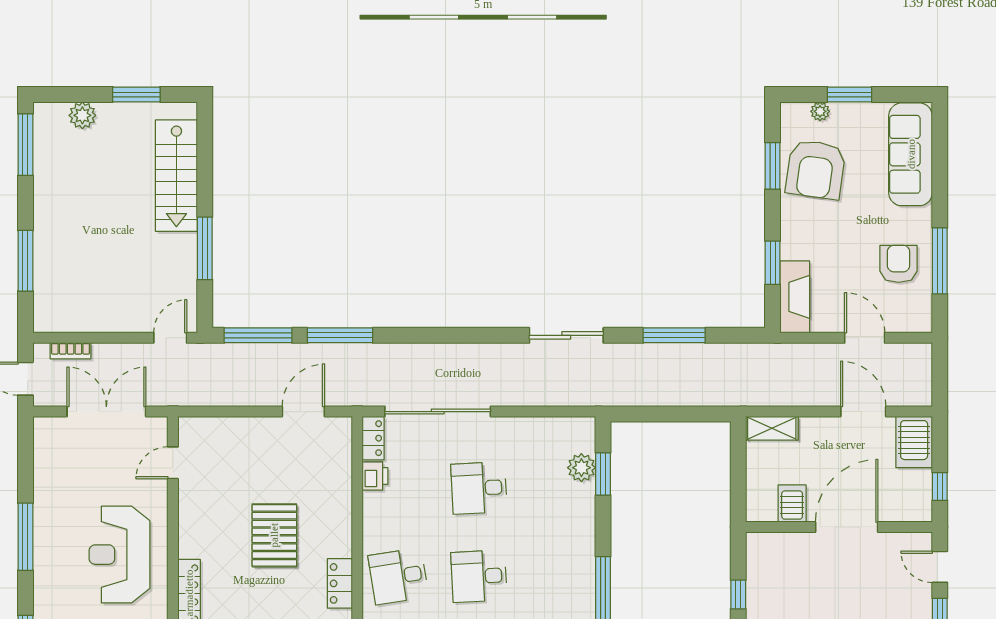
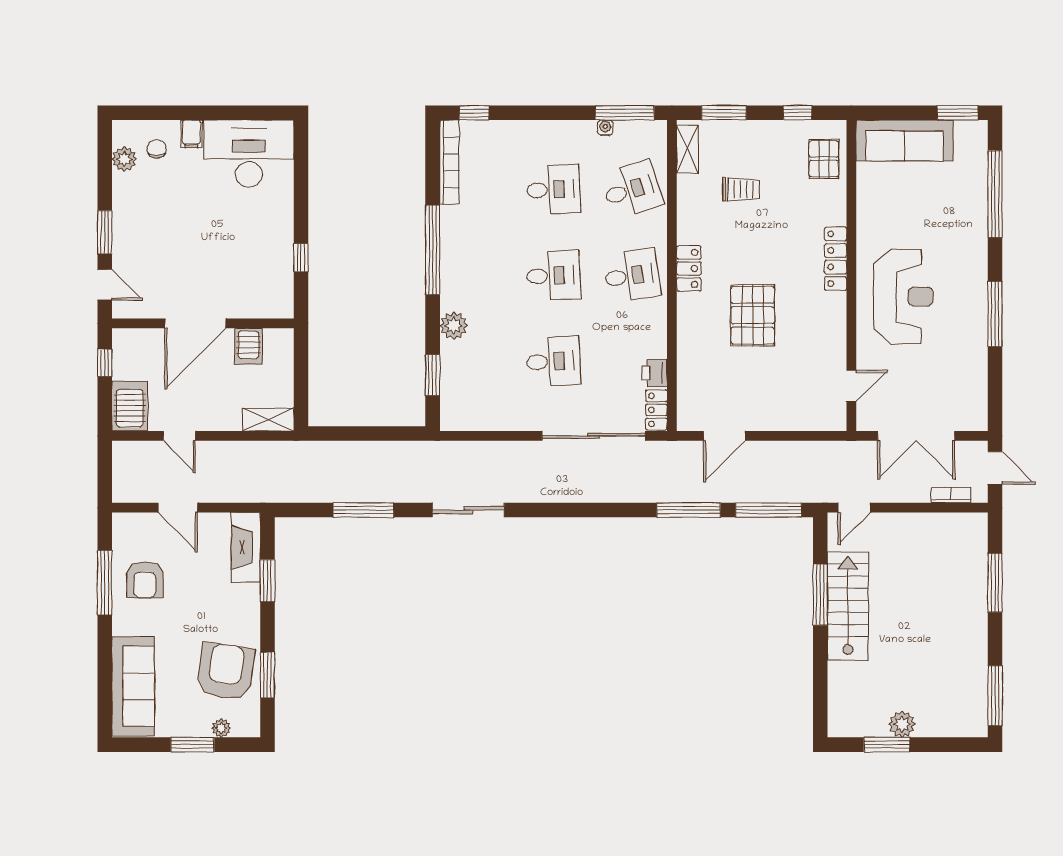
plant: (82, 115) -> (902, 724), moved
stairs: (176, 176) -> (848, 606), moved
door: (863, 412) -> (179, 436), width x0.73
plant: (581, 468) -> (454, 326), moved

